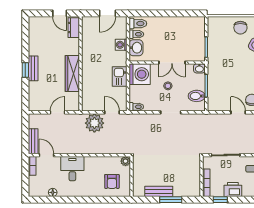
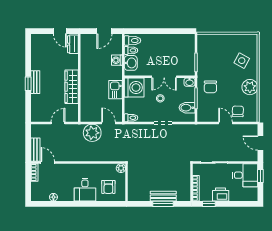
chair: (240, 28) -> (210, 87), moved
desk: (72, 169) -> (85, 190), moved, turned 180
bench: (159, 191) -> (163, 196), moved

